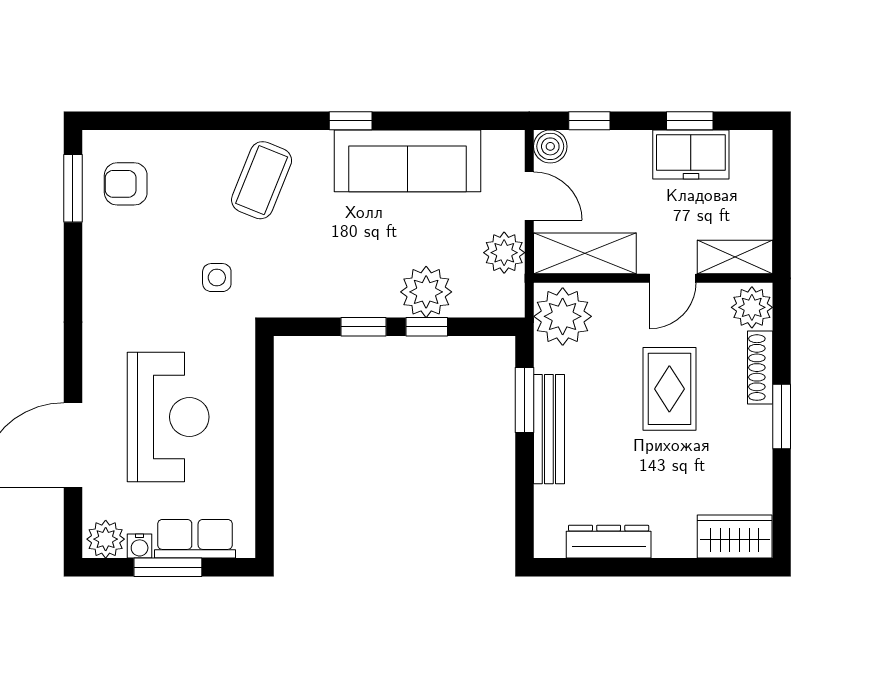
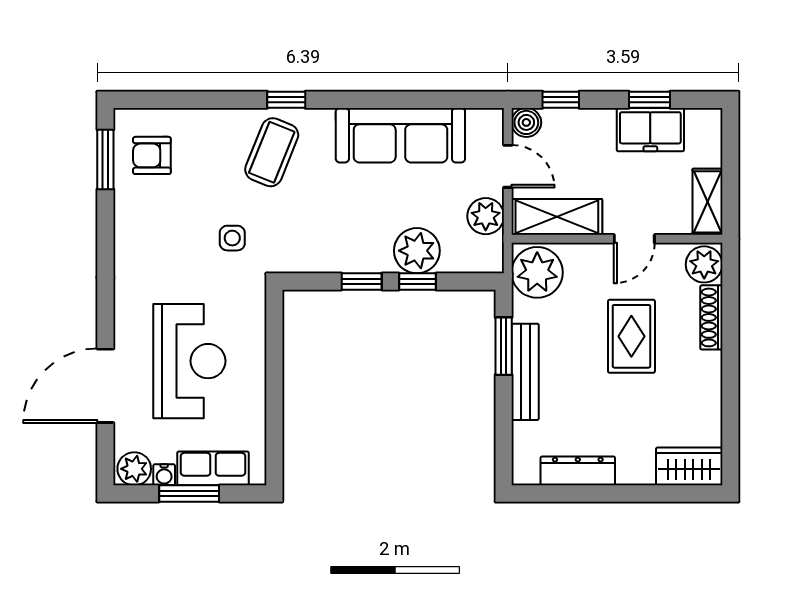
window: (351, 121) -> (286, 100), moved
shelving: (735, 257) -> (707, 202), moved, turned 90
window: (782, 416) -> (730, 361), removed

